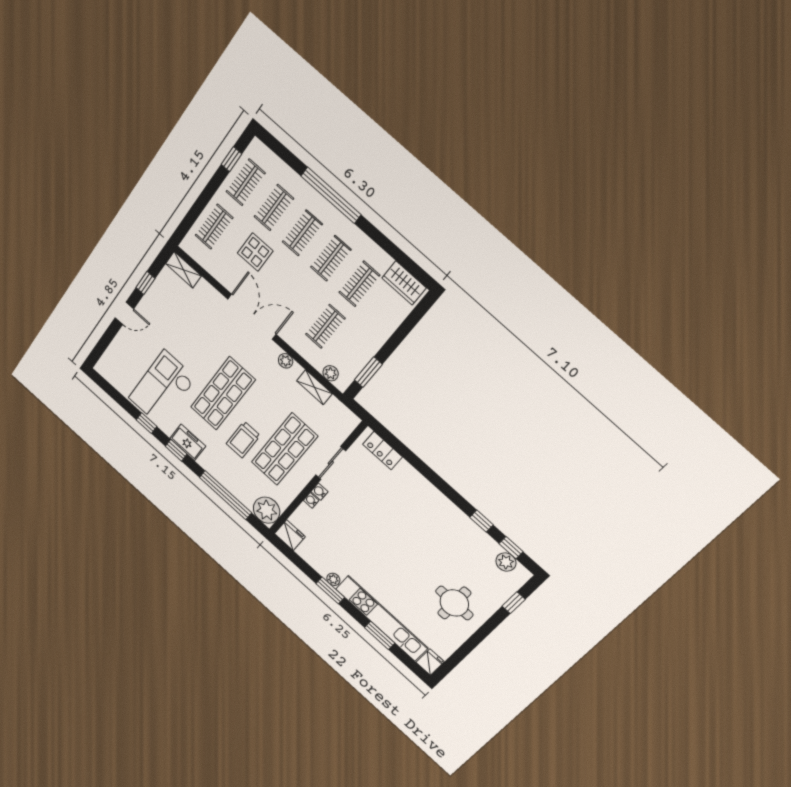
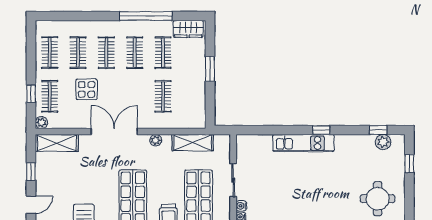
window: (231, 159) -> (31, 94), moved
window: (331, 195) -> (146, 16), moved
shelving: (183, 270) -> (57, 143), width x1.50, depth x1.33
window: (368, 372) -> (210, 69), moved
plant: (331, 373) -> (41, 123), moved
shelving: (314, 387) -> (193, 143), width x1.50, depth x1.33
locker: (383, 451) -> (257, 142), removed
kitchen unit: (427, 492) -> (303, 143), added
window: (482, 521) -> (321, 130), moved

